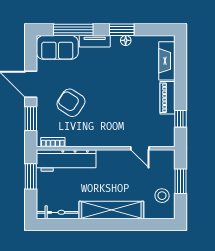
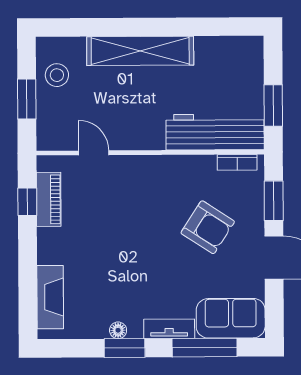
piano: (167, 98) -> (49, 199), moved
bicycle: (57, 212) -> (229, 47), removed

